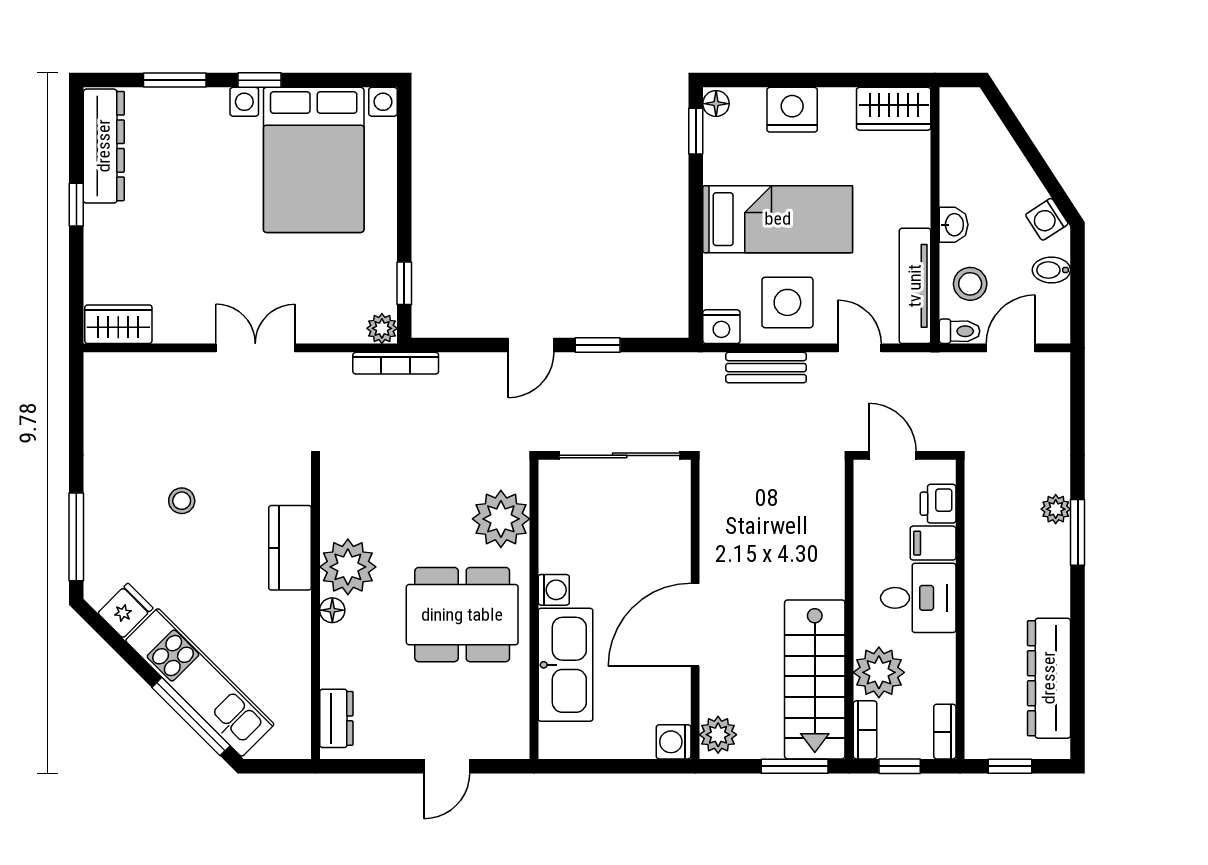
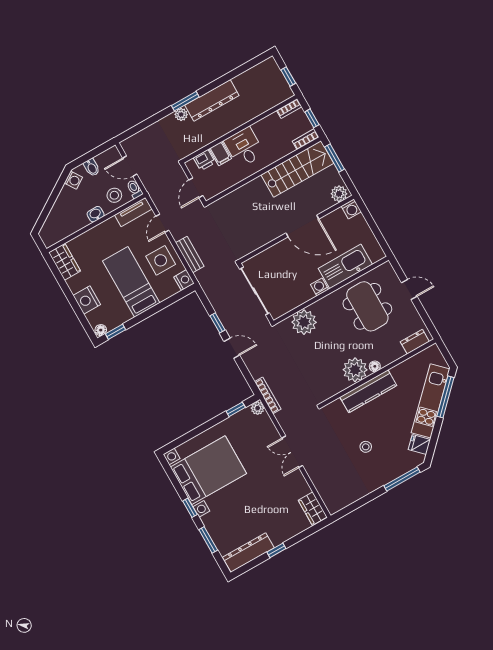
tv unit: (915, 286) -> (133, 212), width x0.71
kitchen counter: (290, 548) -> (368, 391), width x1.50
dining table: (462, 615) -> (367, 306), moved
plant: (879, 672) -> (281, 146), removed
dresser: (1049, 678) -> (212, 100), moved

